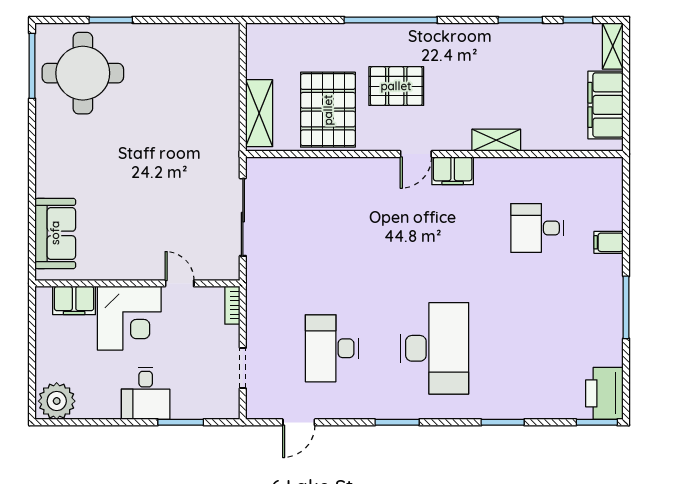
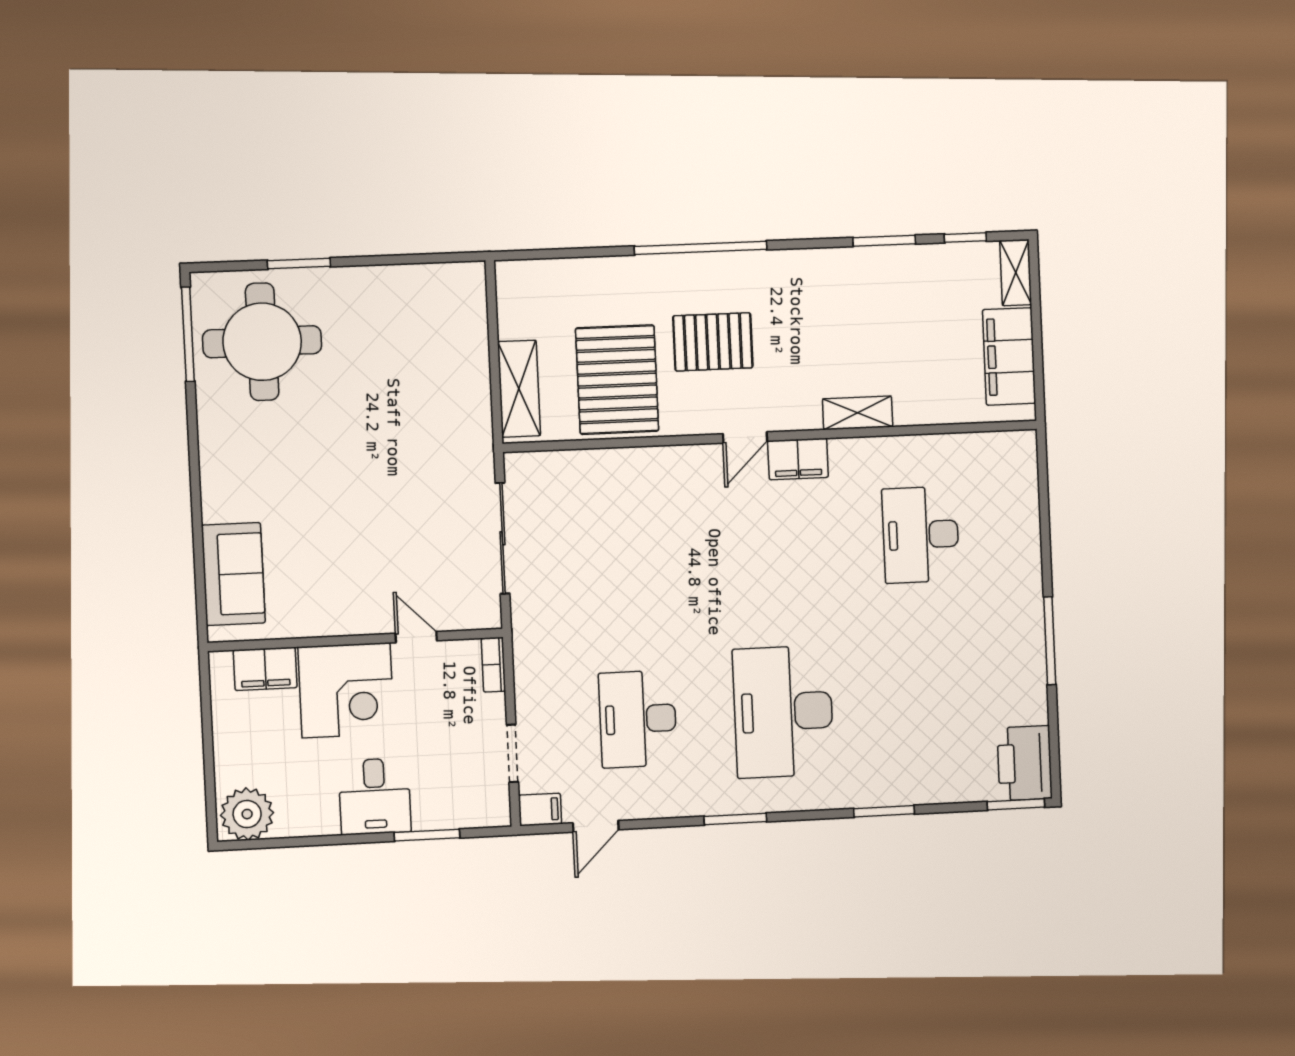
desk: (537, 228) -> (921, 535), width x1.37
filing cabinet: (609, 242) -> (540, 810), moved, turned 180
desk: (434, 348) -> (783, 712), turned 180

